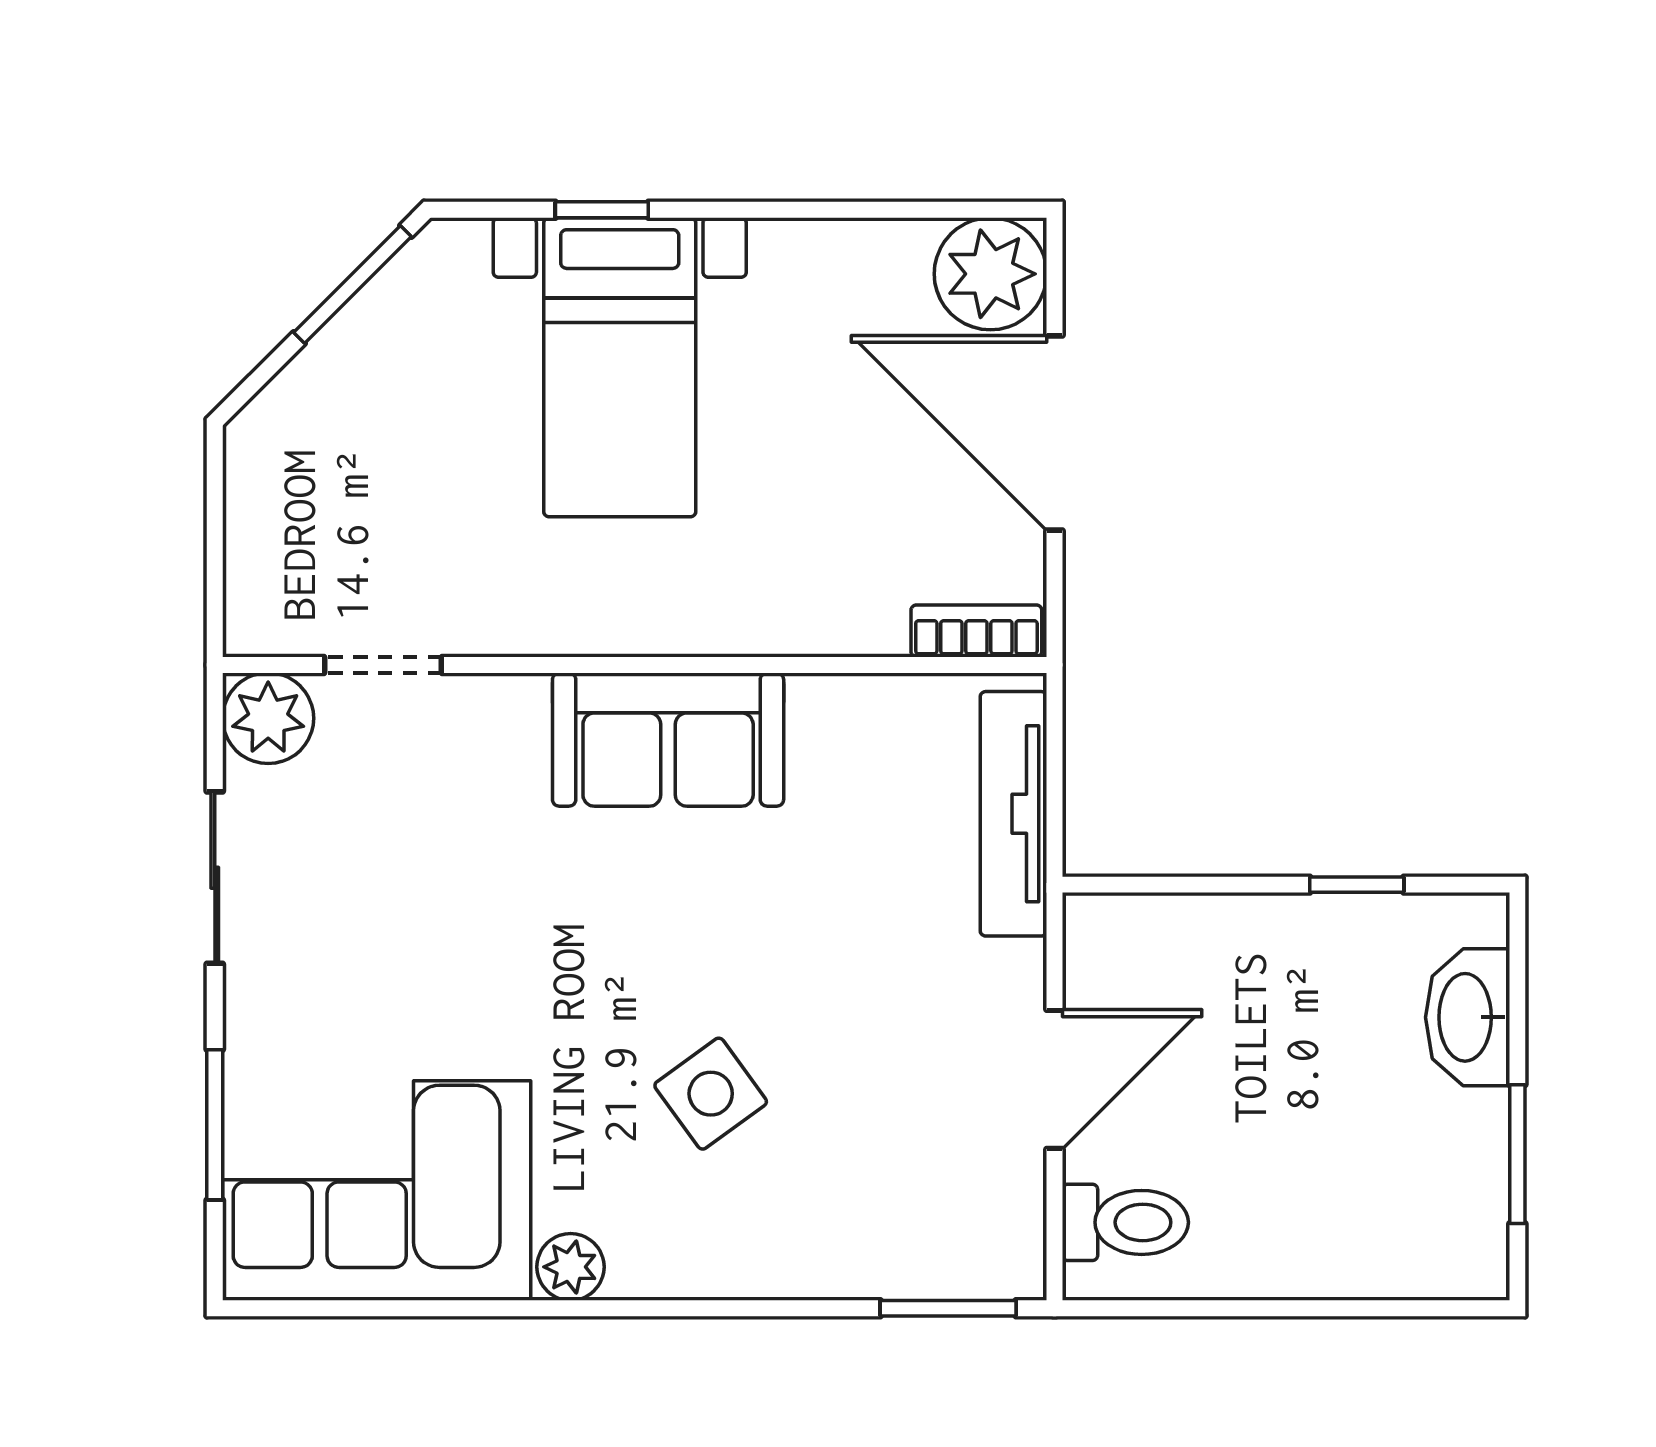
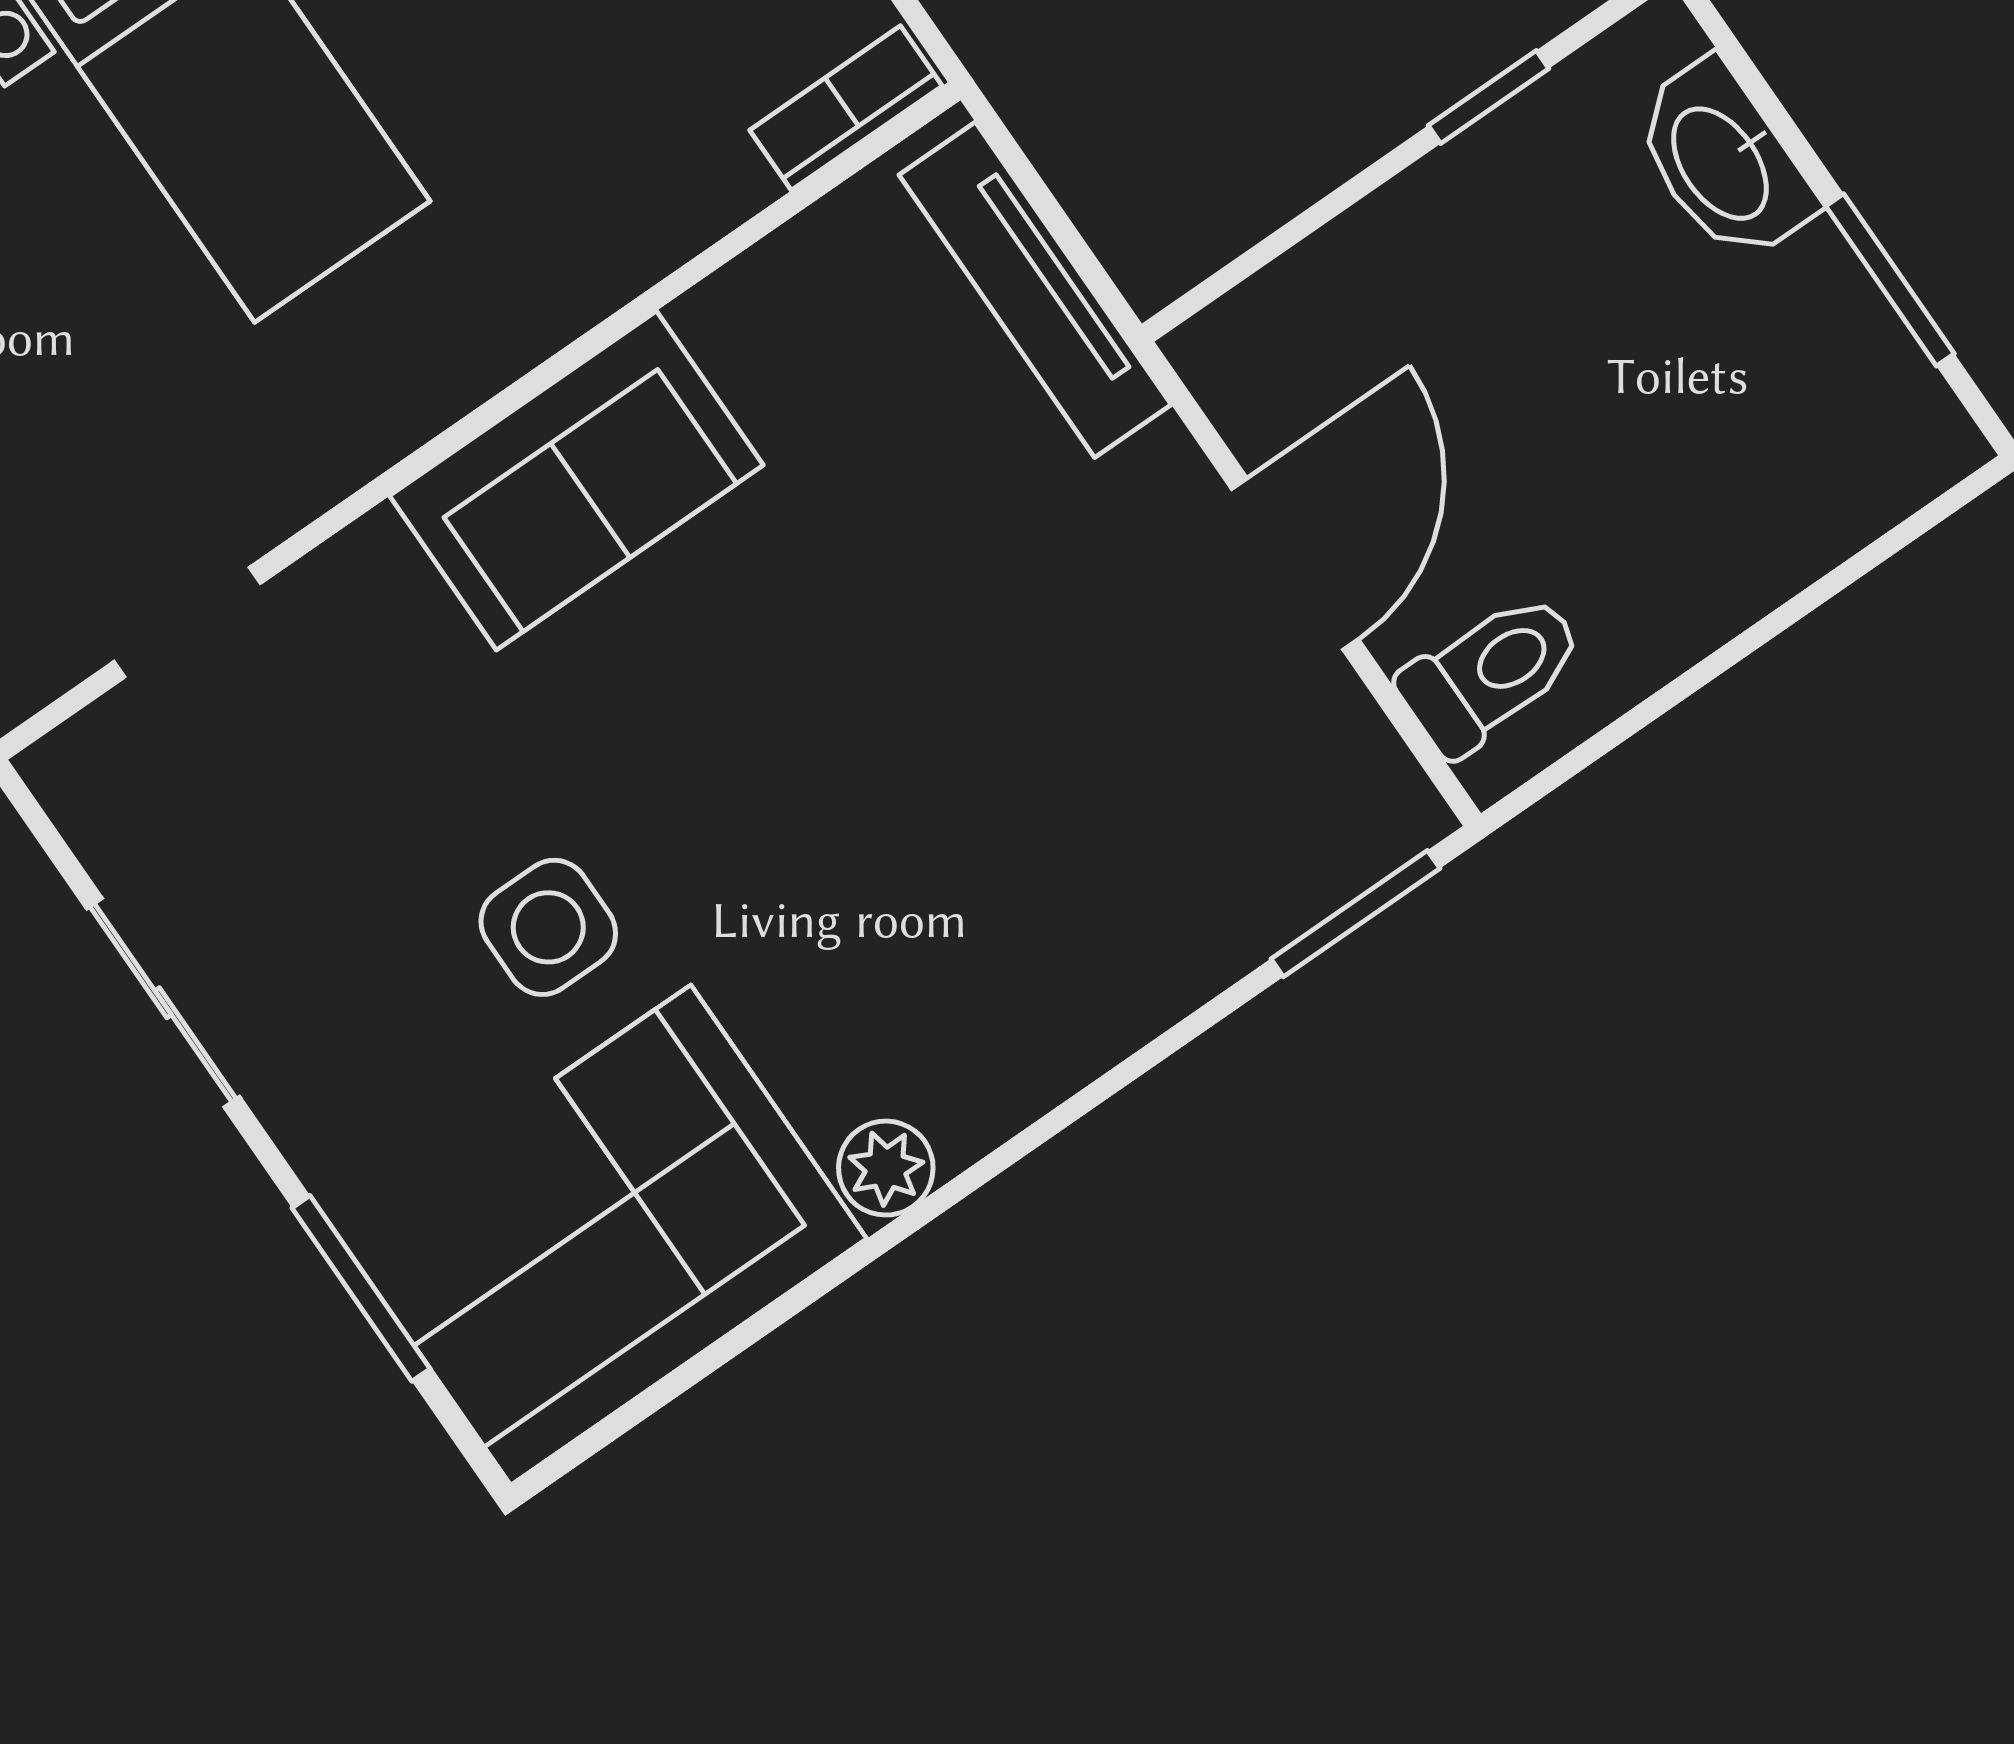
plant: (268, 718) -> (97, 776), removed
side table: (711, 1094) -> (548, 927), moved, turned 36

